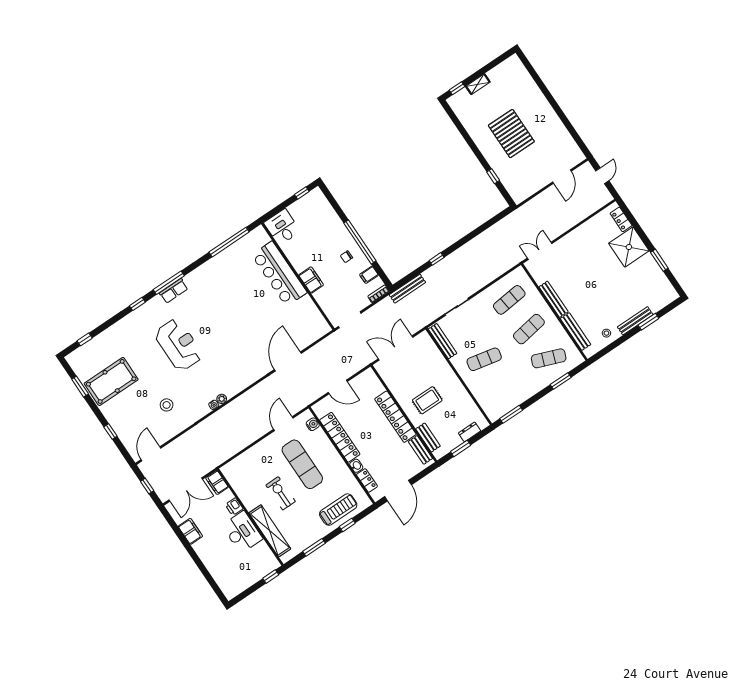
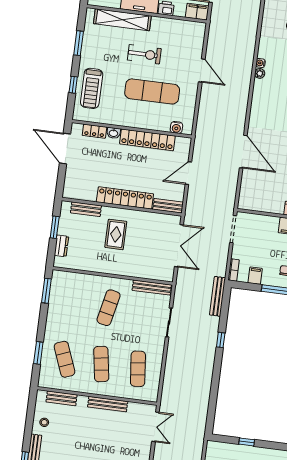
bench: (576, 332) -> (62, 398), width x0.73
exercise mat: (549, 358) -> (65, 359), turned -42
door: (283, 424) -> (202, 70), moved
bench: (420, 450) -> (168, 206), moved

